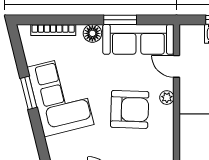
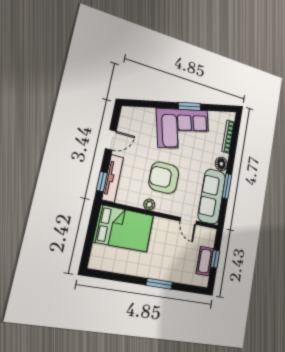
door: (176, 66) -> (188, 221), swing flipped
plant: (167, 98) -> (149, 205), moved
armchair: (130, 109) -> (164, 178), turned 88

